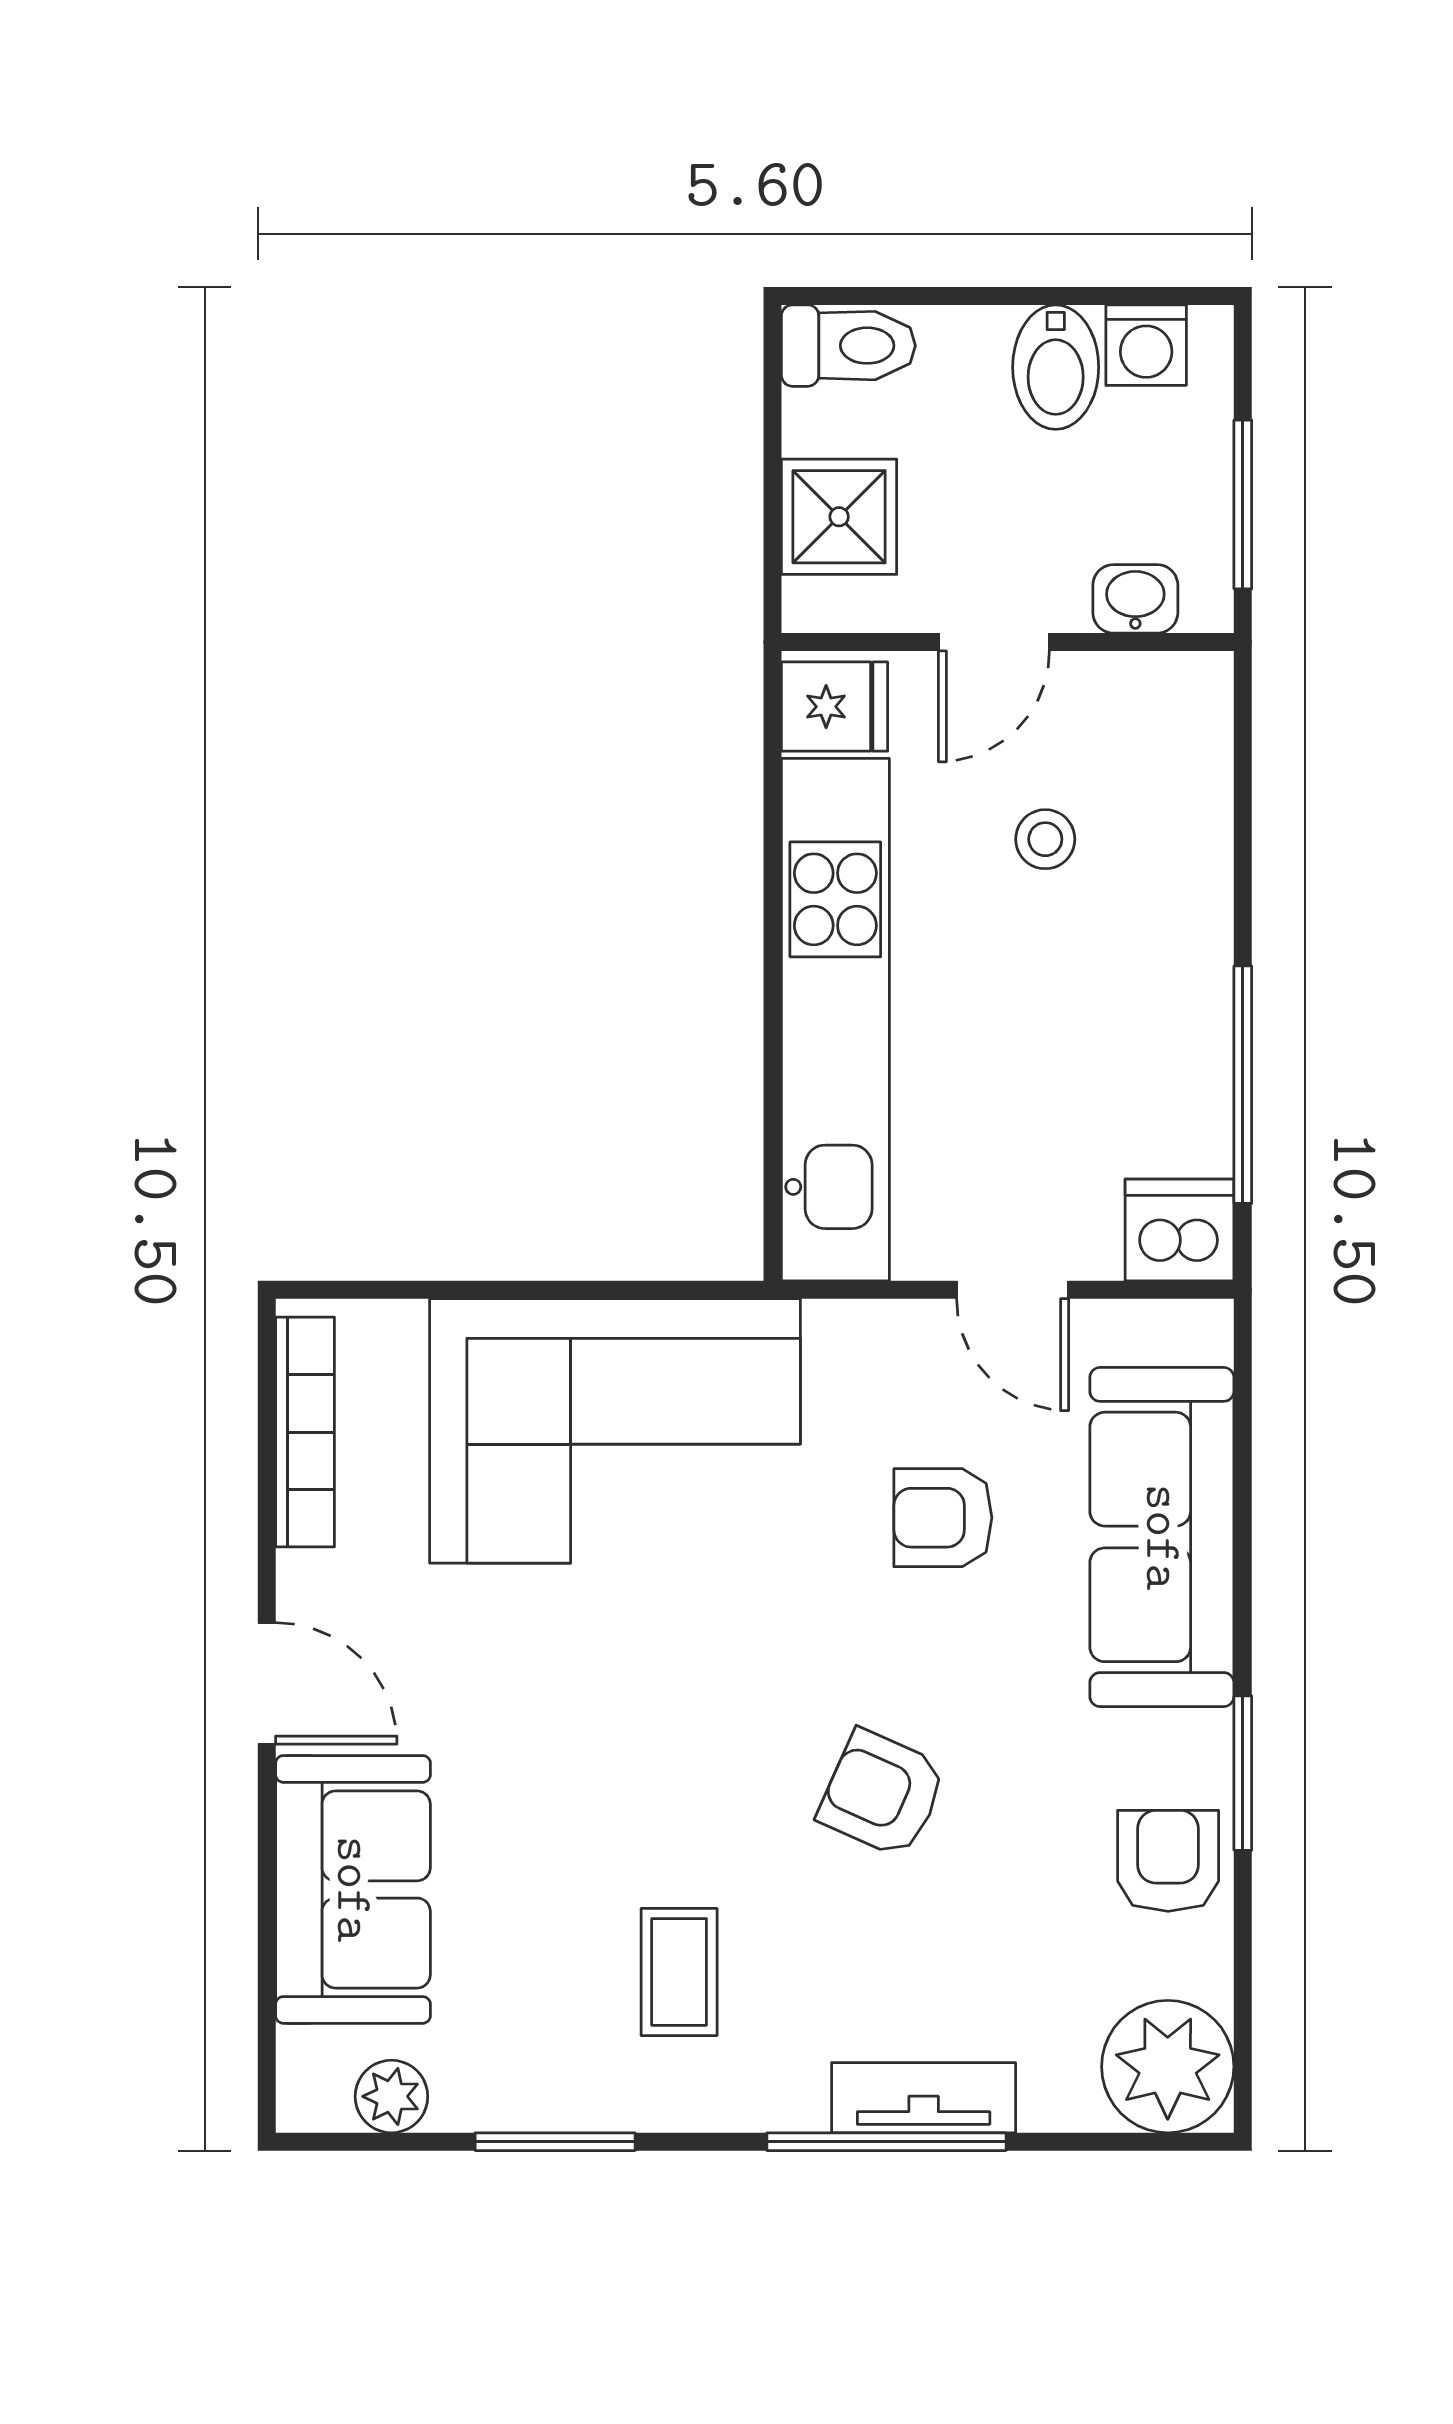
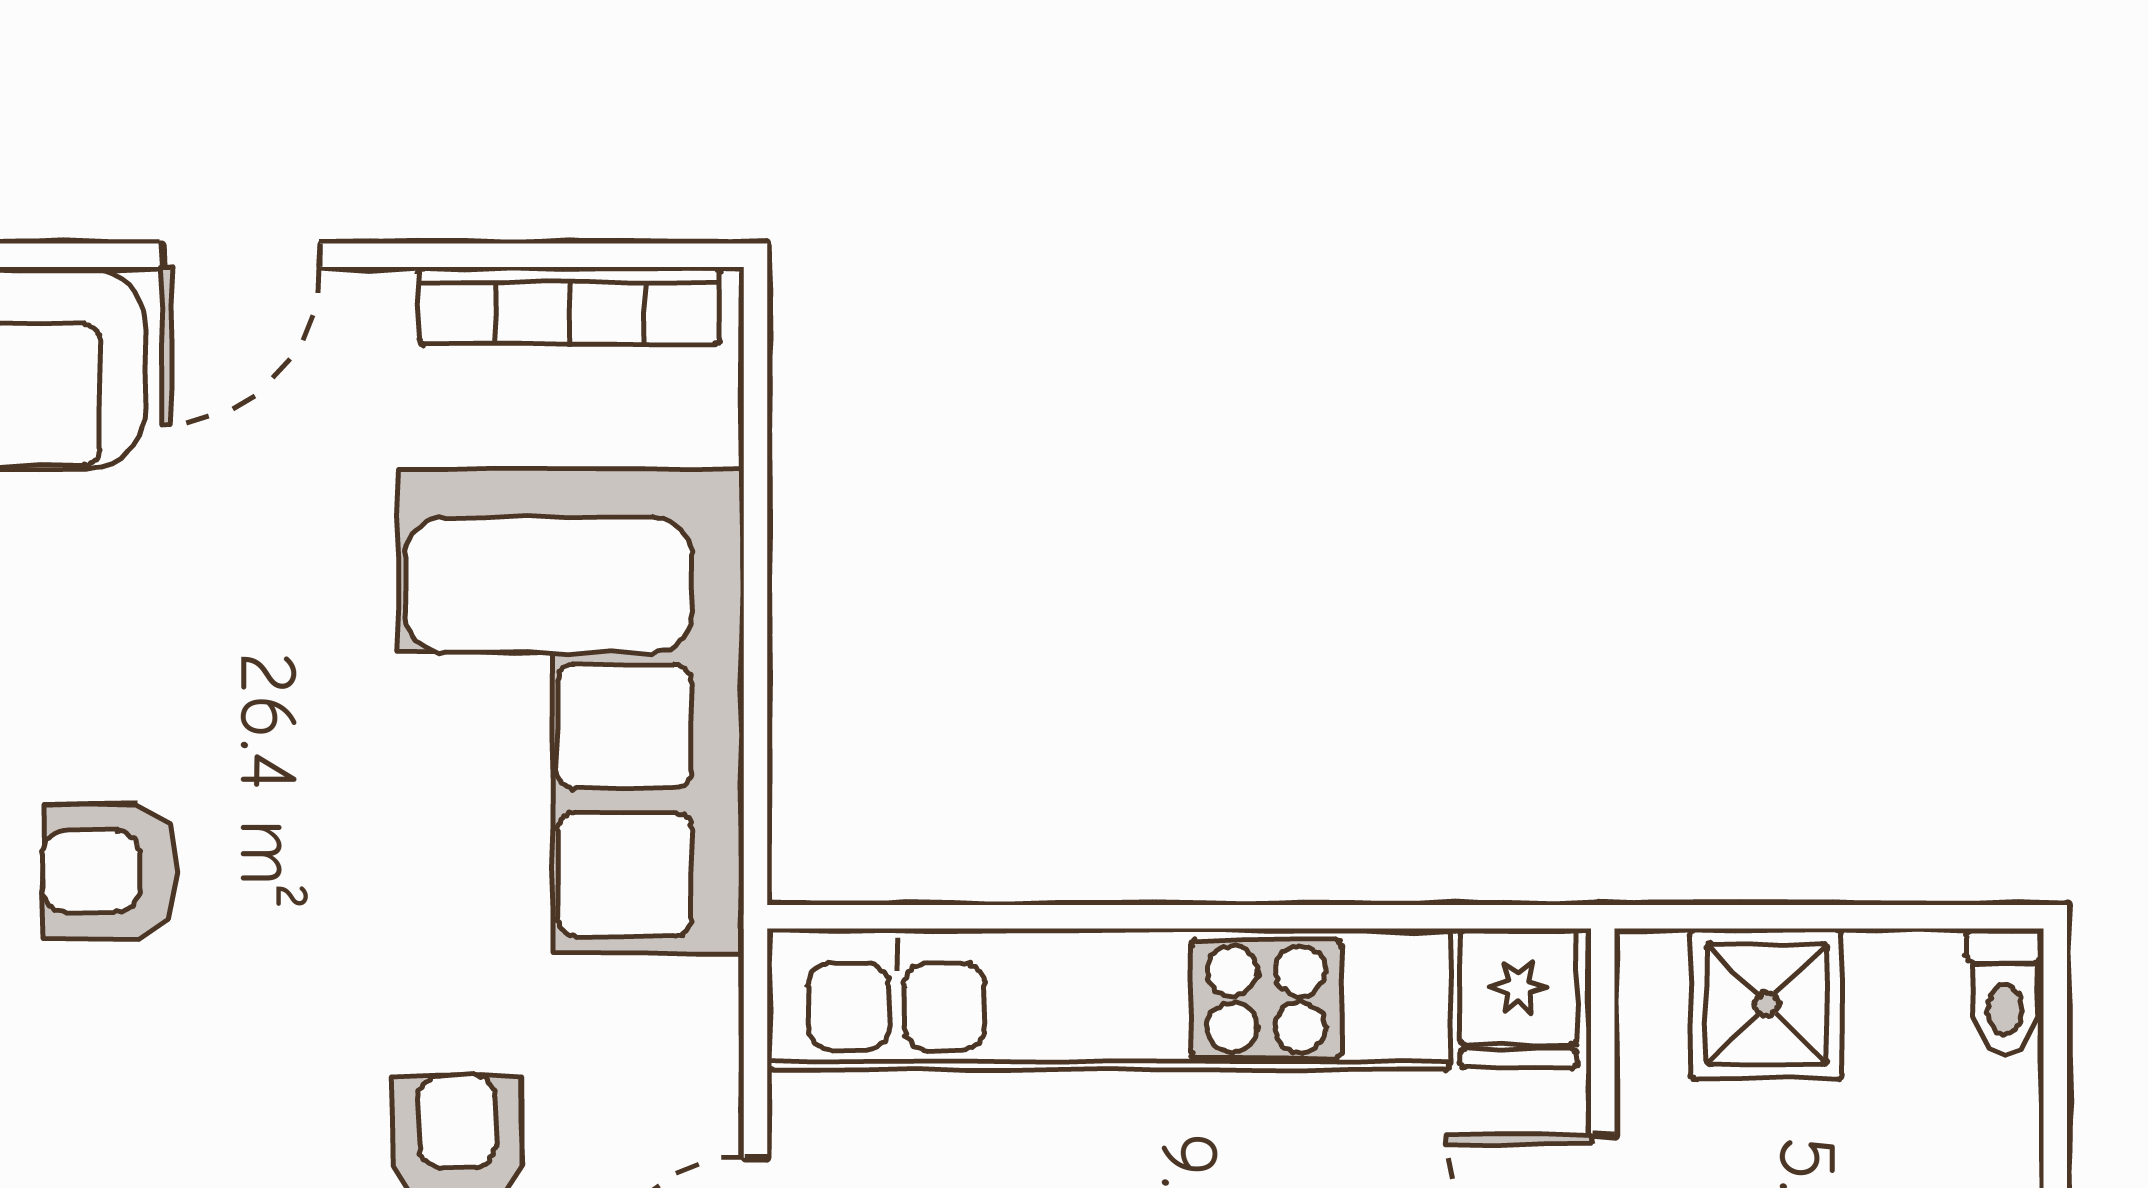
toilet: (848, 346) -> (2005, 992), width x0.73, depth x0.72
armchair: (882, 1794) -> (110, 871), moved, turned -114

